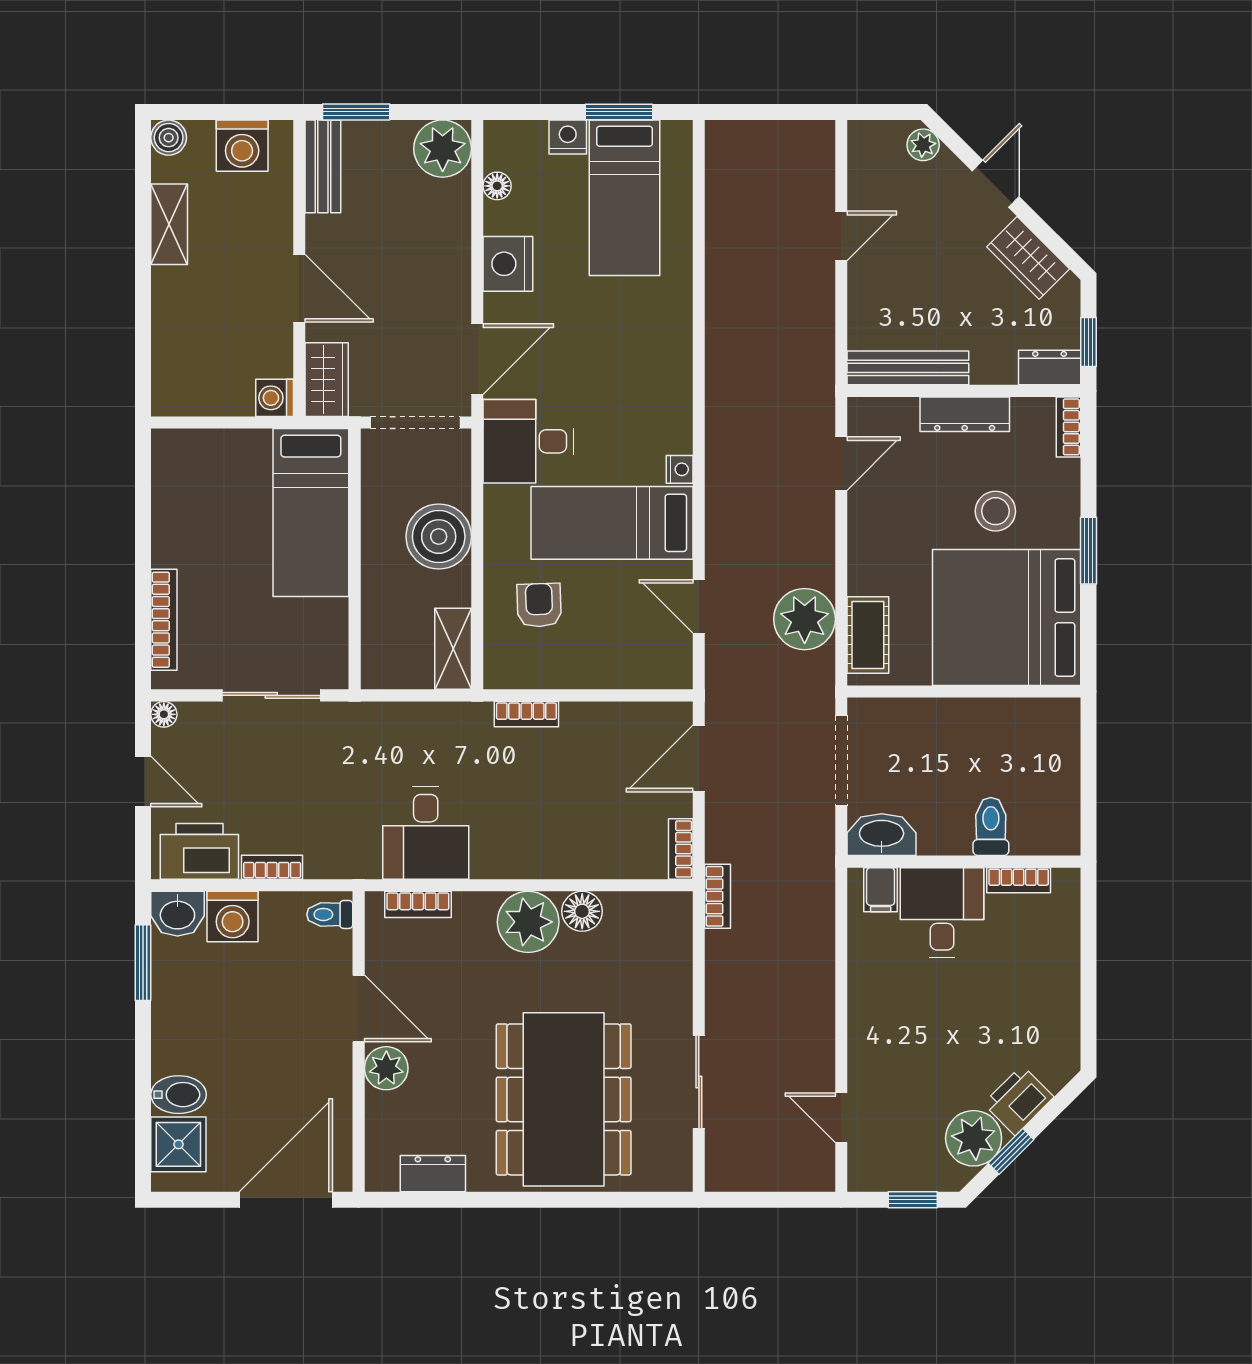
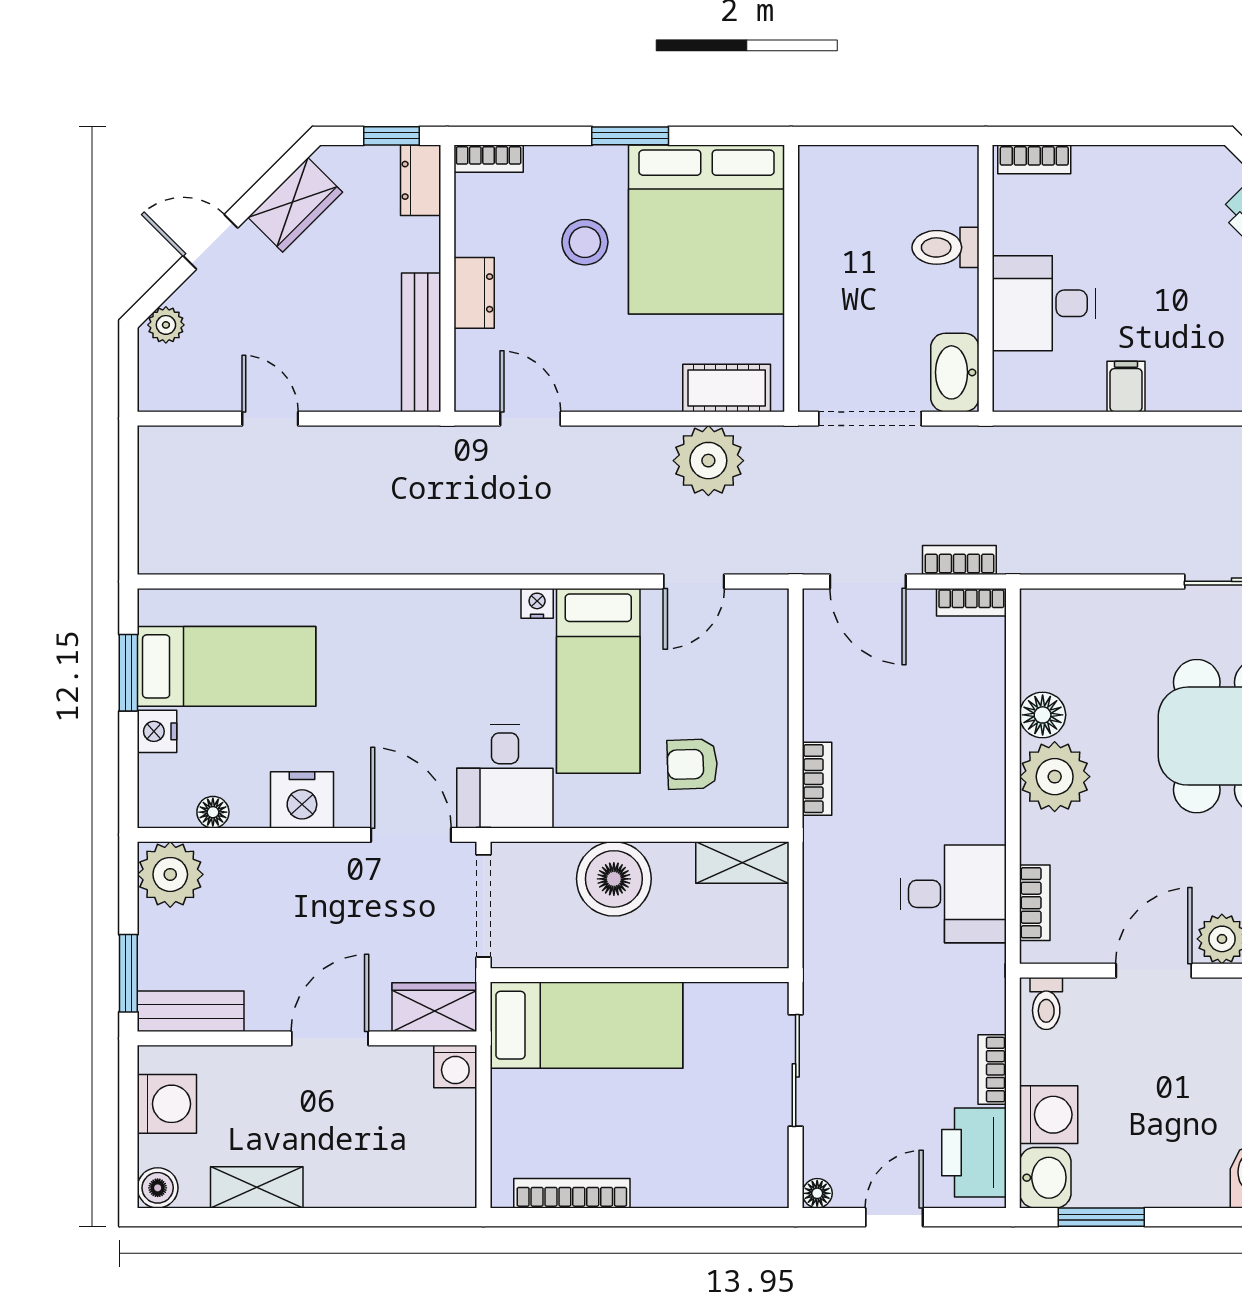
dresser: (965, 414) -> (474, 293), width x0.70
bookcase: (164, 620) -> (572, 1193), moved
bookcase: (1019, 880) -> (1034, 159), moved, turned 90
filing cabinet: (881, 890) -> (1126, 387), moved, turned -90
bookcase: (718, 896) -> (959, 560), moved

